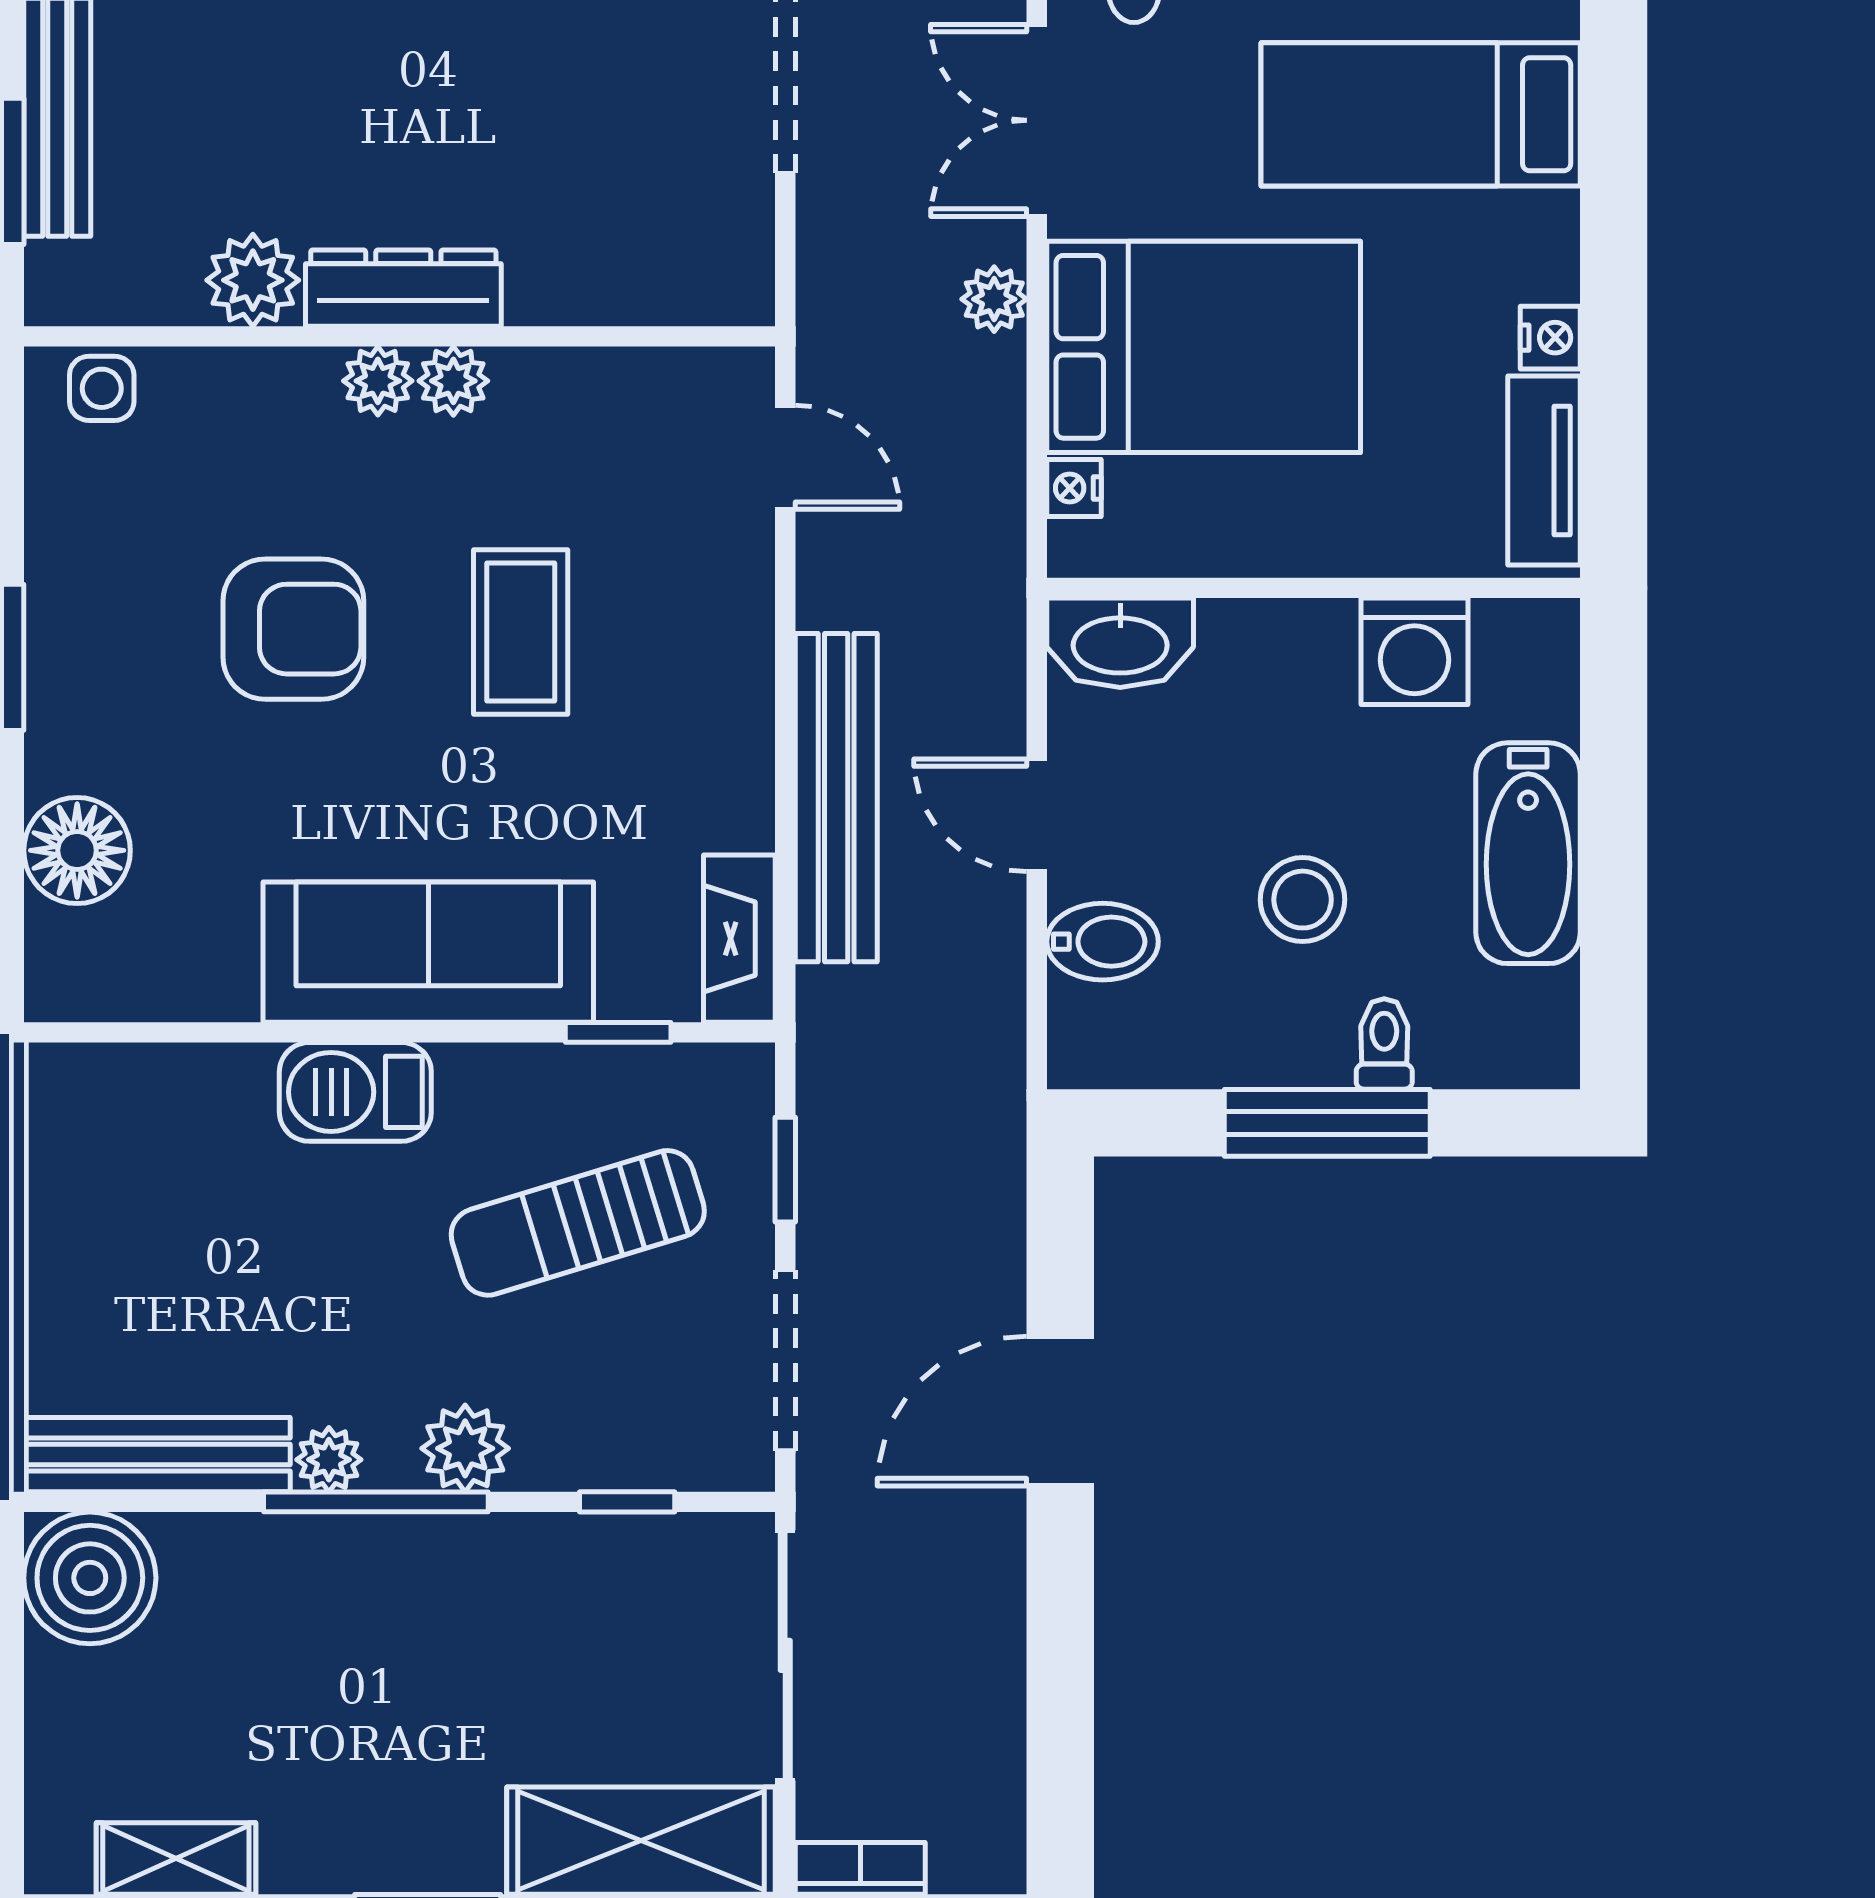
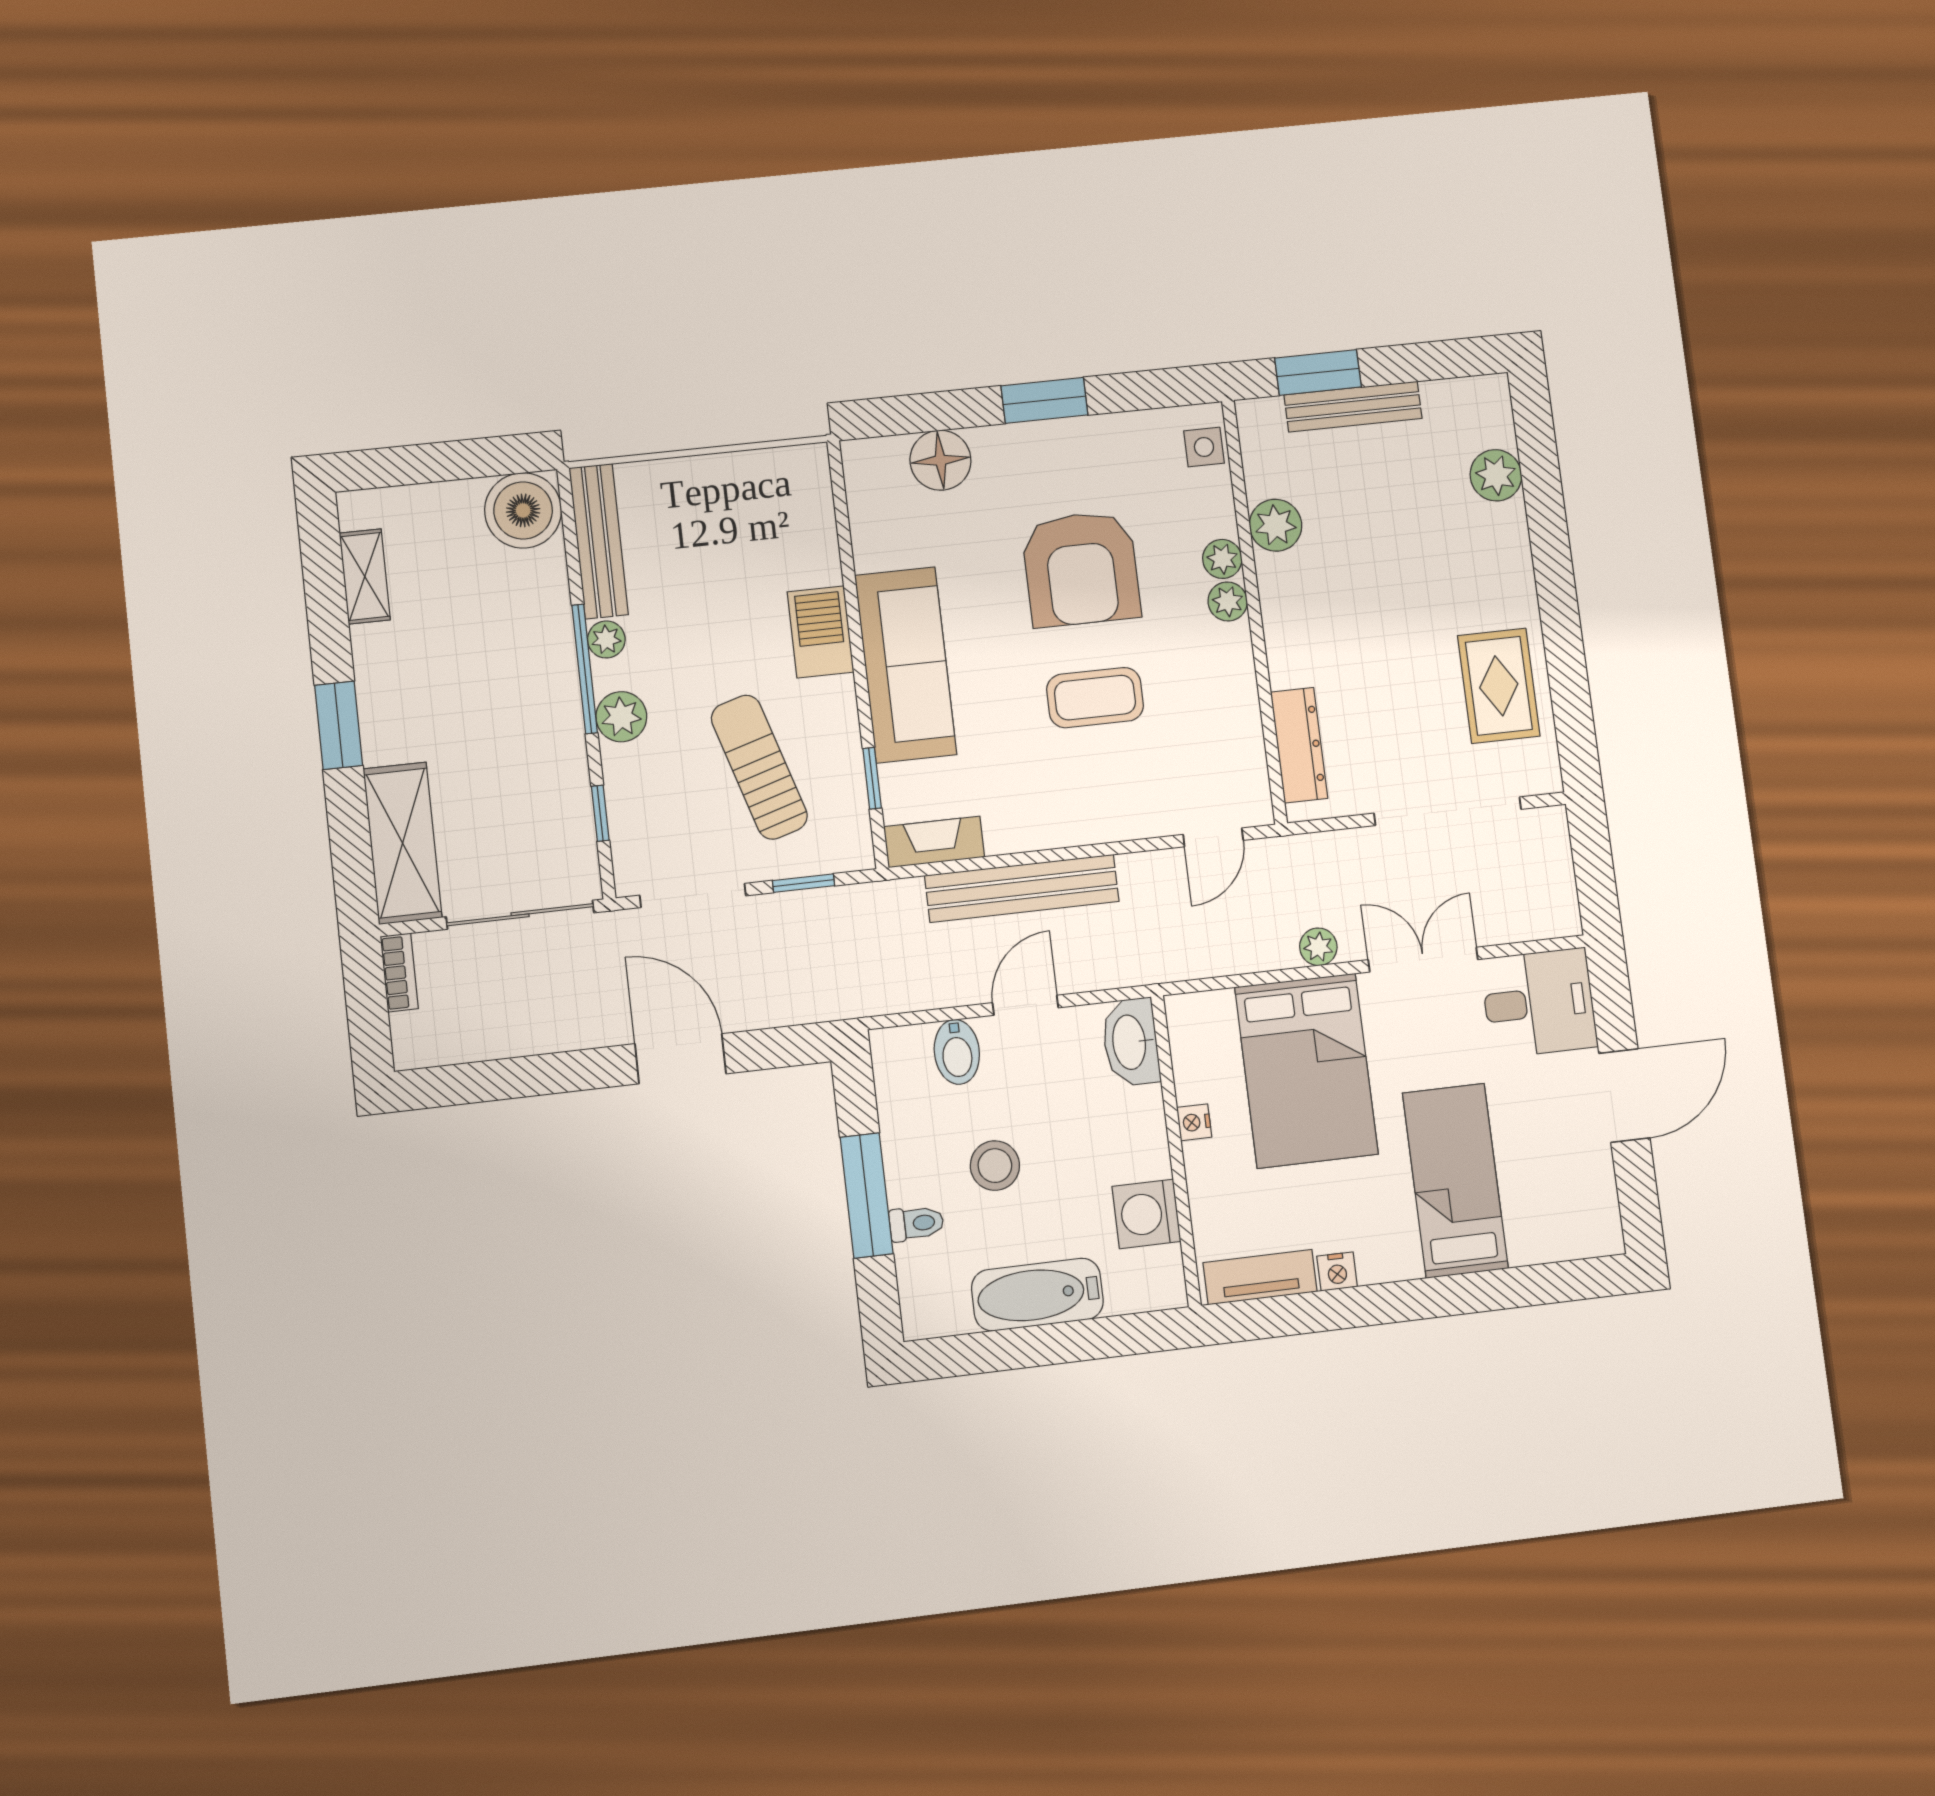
dresser: (403, 288) -> (1299, 745), moved
plant: (453, 381) -> (1222, 559), moved
nightstand: (1074, 488) -> (1194, 1122), moved, turned -90
armchair: (293, 629) -> (1081, 569), width x1.36, depth x1.36

